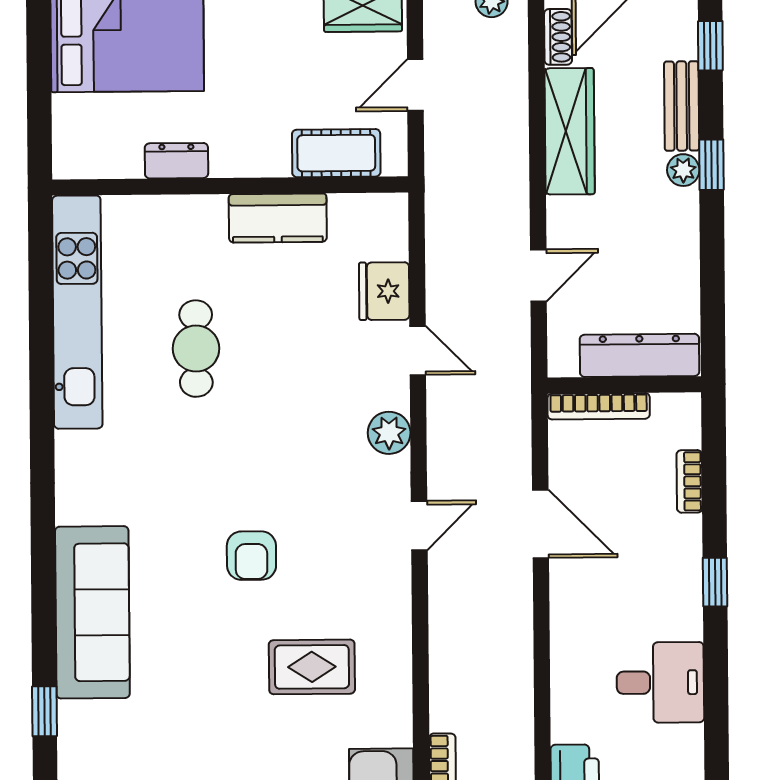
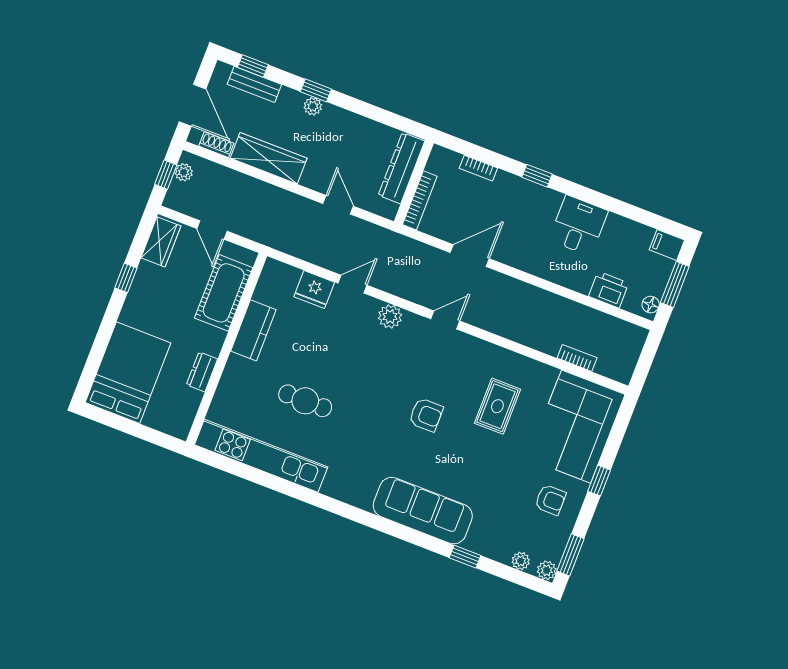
bench: (682, 106) -> (254, 84), moved
cot: (336, 153) -> (224, 293), width x1.37, depth x1.34
door: (419, 525) -> (445, 320), hinge flipped

